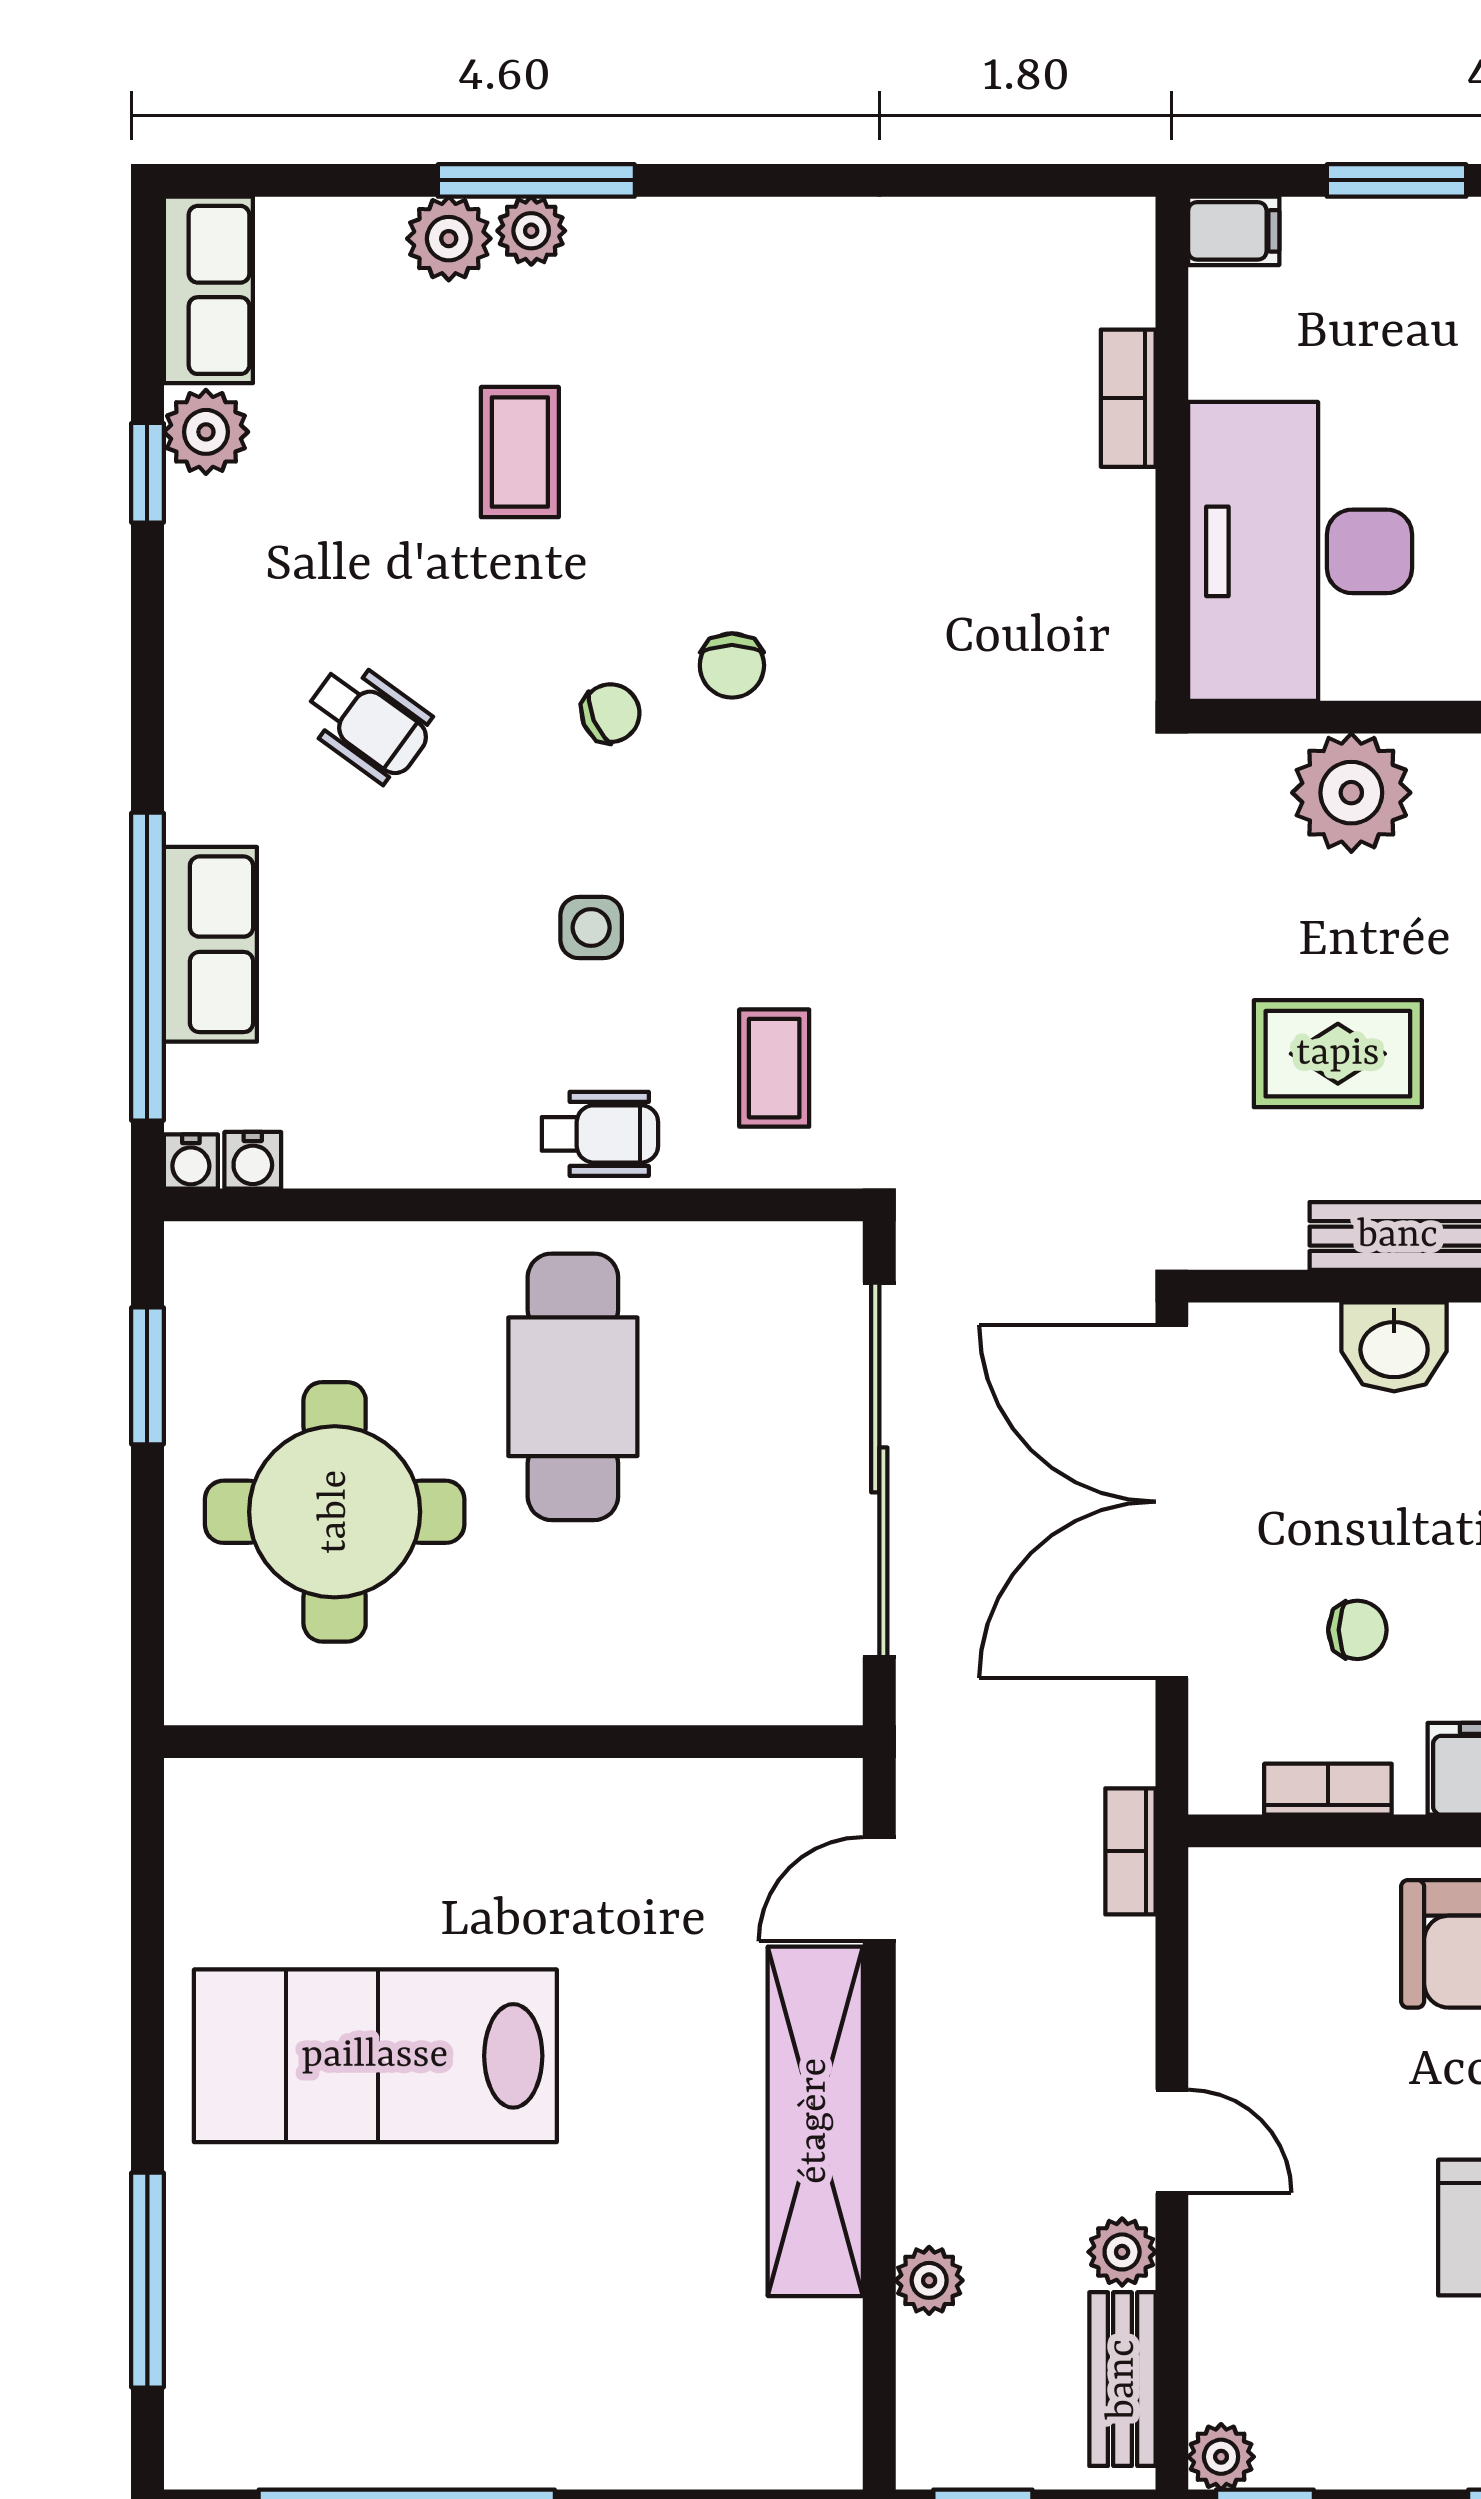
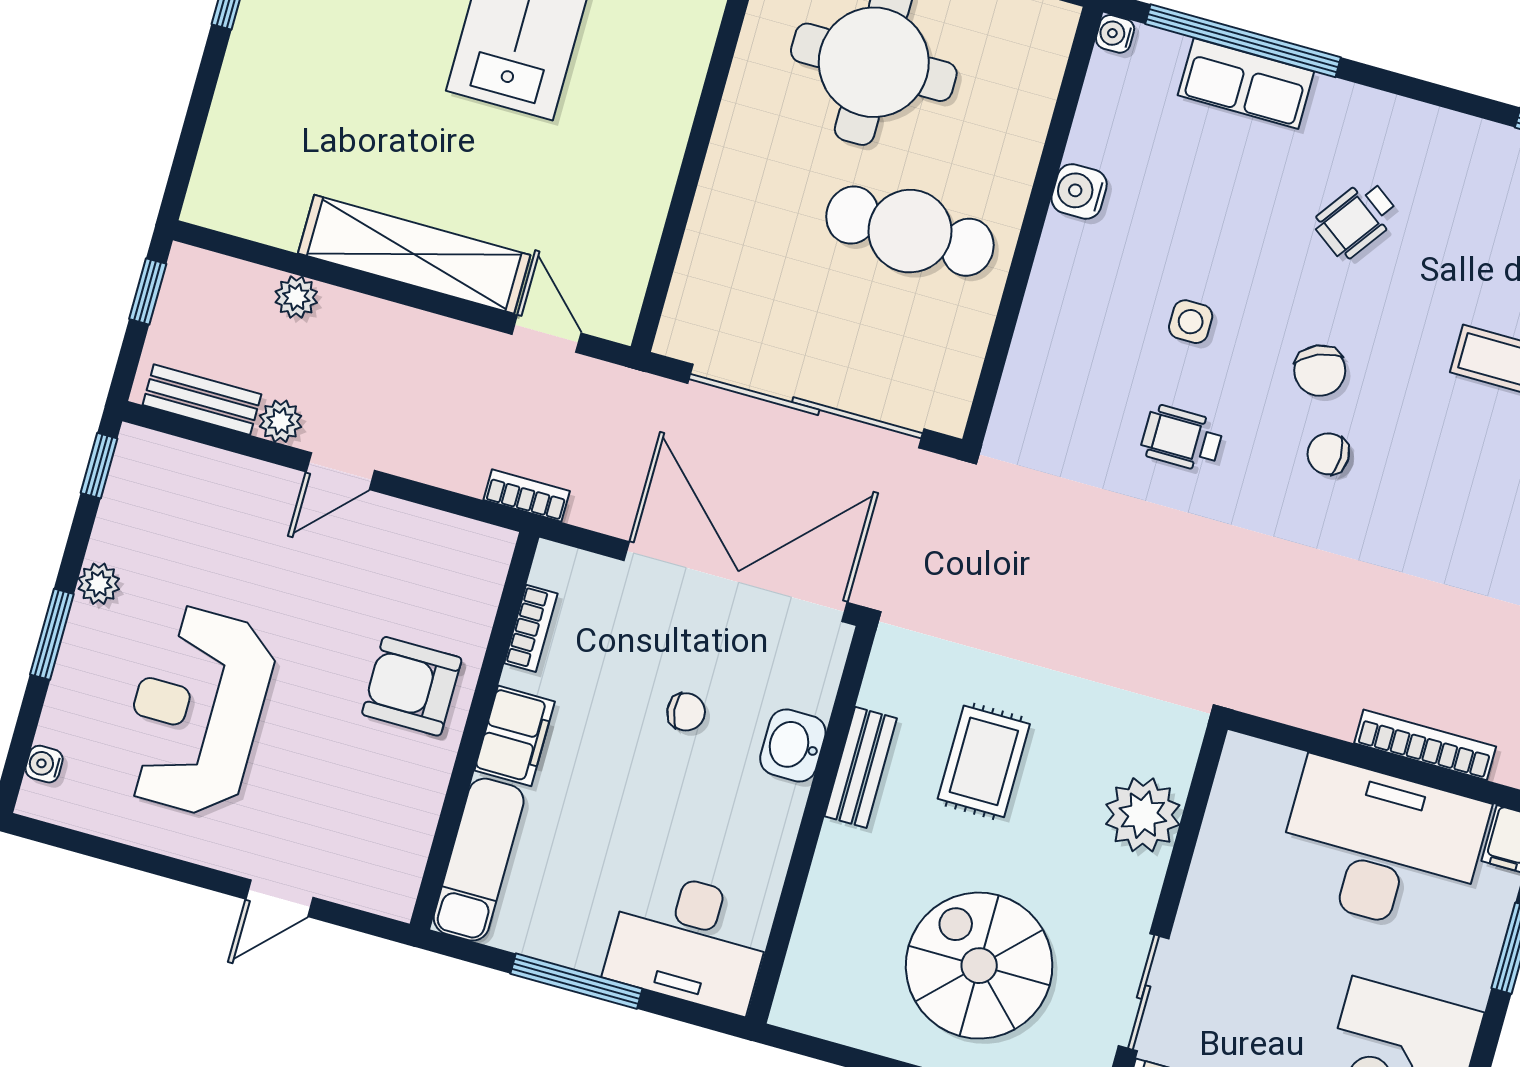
bookcase: (1128, 398) -> (1425, 745), width x1.56
desk: (1300, 551) -> (1381, 847), moved
chair: (611, 713) -> (1320, 371), width x1.37, depth x1.37
coffee table: (774, 1068) -> (1072, 411), removed
wheelchair: (600, 1134) -> (1182, 438), moved, turned 90
water cooler: (253, 1160) -> (1079, 191), moved, width x1.38, depth x1.38
chair: (1357, 1630) -> (686, 712), moved, turned -96
plant: (1221, 2457) -> (99, 584), moved

